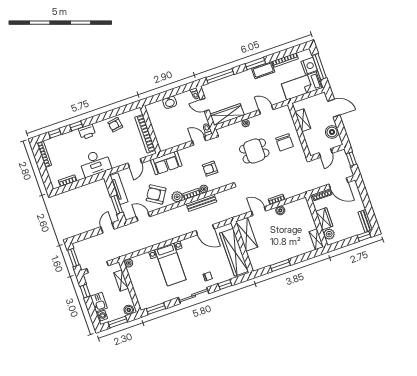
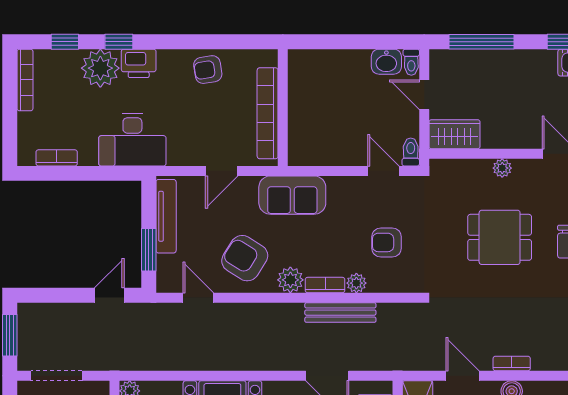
washbasin: (170, 102) -> (386, 62), moved
wardrobe: (227, 115) -> (455, 134), width x0.67
plant: (72, 139) -> (100, 68), added

